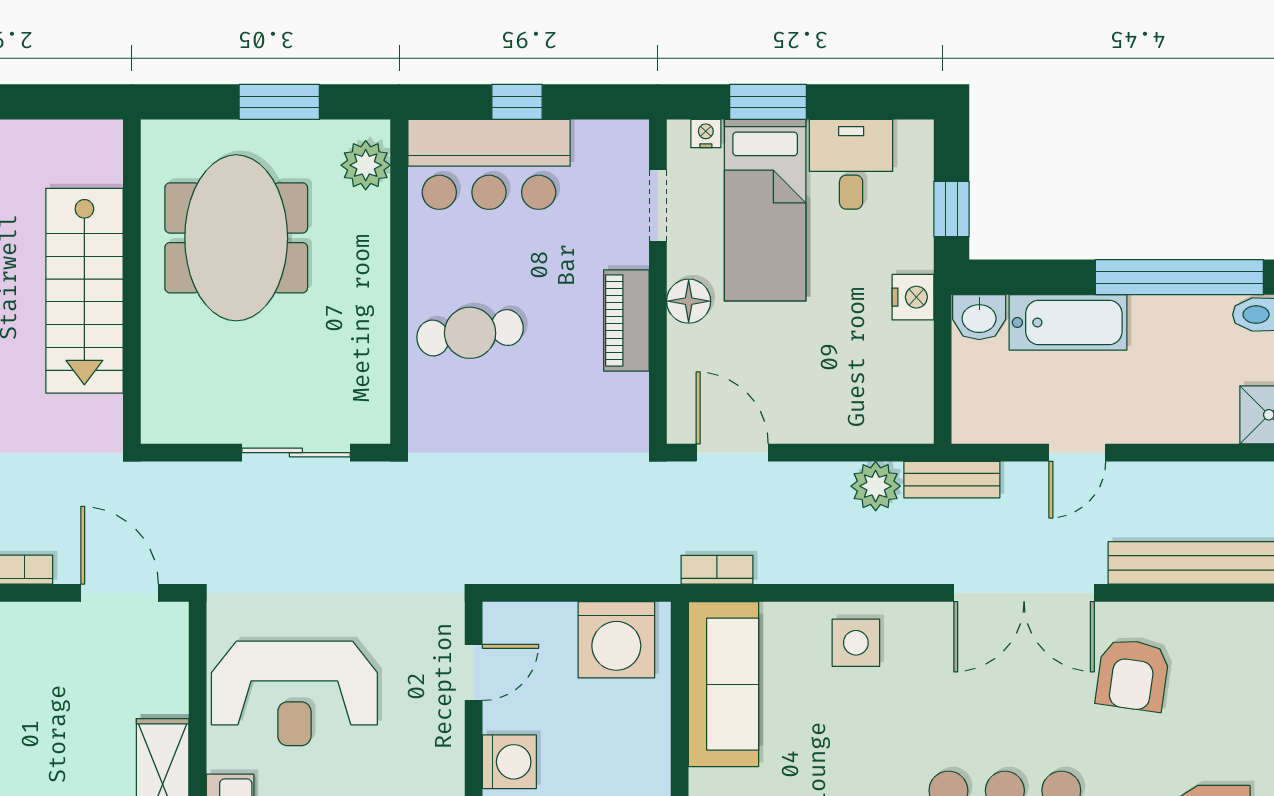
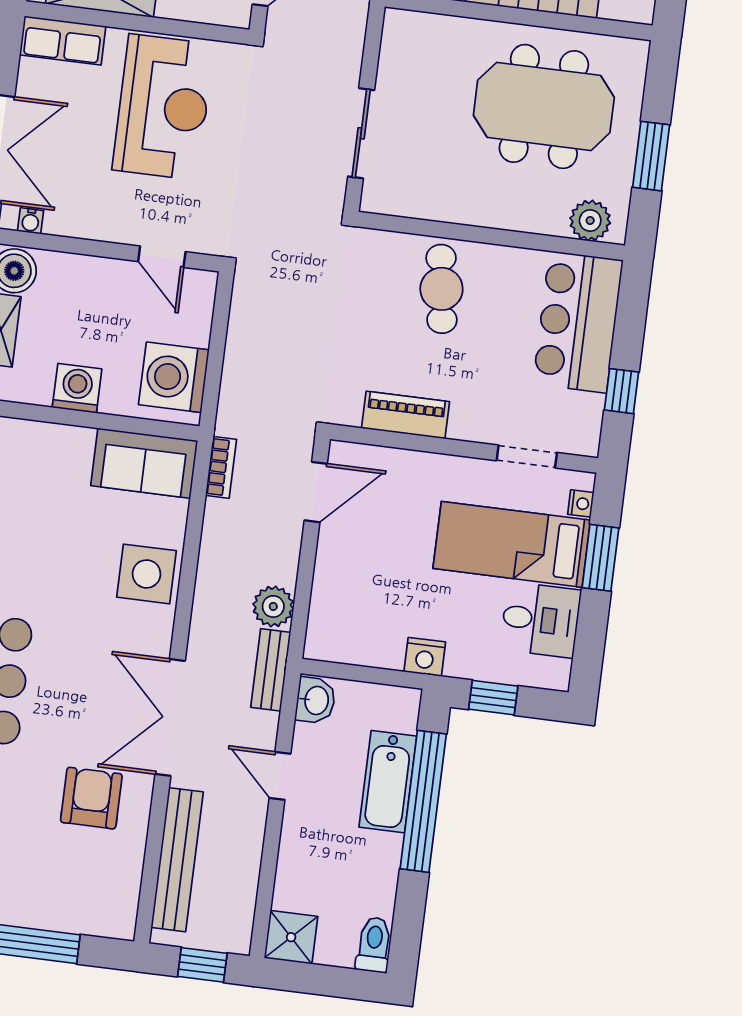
window: (517, 102) -> (621, 391), moved
window: (1179, 277) -> (423, 801), moved
floor lamp: (689, 301) -> (445, 472), removed
washbasin: (979, 317) -> (316, 700), moved, turned 180
piano: (626, 320) -> (406, 415), moved
side table: (856, 643) -> (147, 574), width x1.37, depth x1.37
armchair: (1132, 675) -> (91, 798), turned 82
sofa: (724, 684) -> (144, 463), width x0.73
reception desk: (294, 693) -> (163, 107), turned 180
washing machine: (509, 762) -> (77, 388), moved, turned 180

